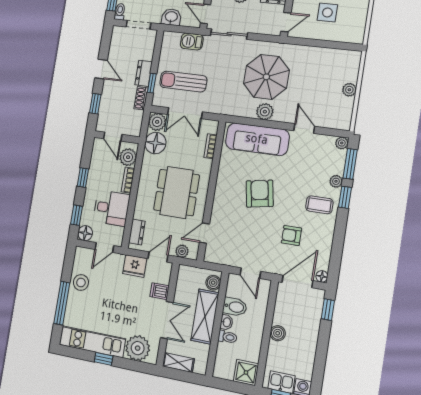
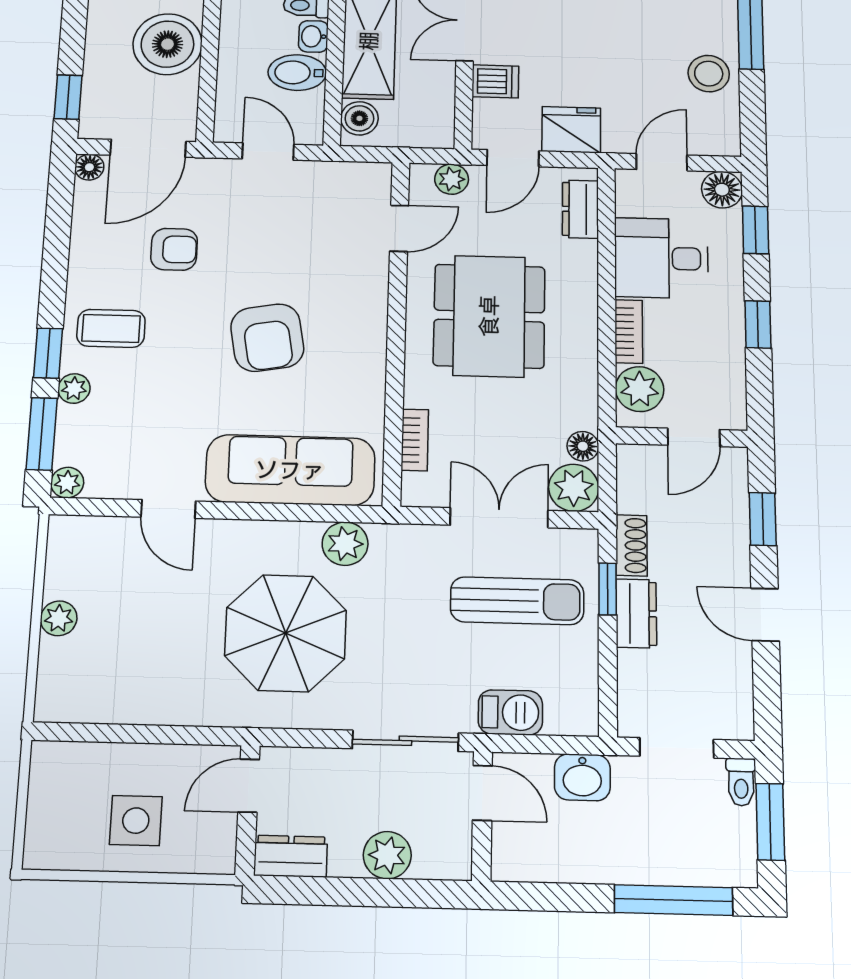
plant: (265, 112) -> (345, 544), moved
door: (113, 137) -> (694, 437), swing flipped
floor lamp: (155, 143) -> (583, 446), width x0.53, depth x0.53
boiler: (278, 333) -> (168, 44), width x1.86, depth x1.86

